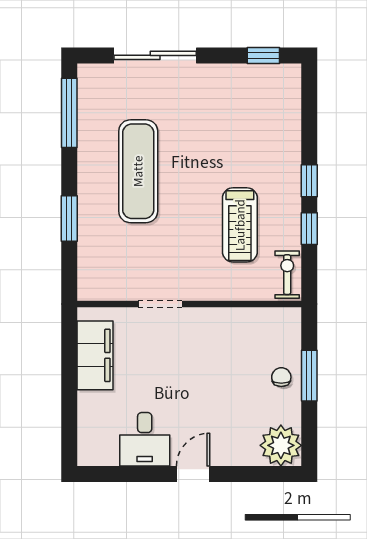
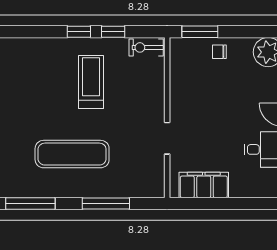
window: (69, 219) -> (106, 203), width x1.44
treadmill: (240, 225) -> (91, 82), moved, turned -90
window: (309, 376) -> (200, 32), moved

